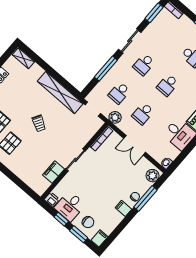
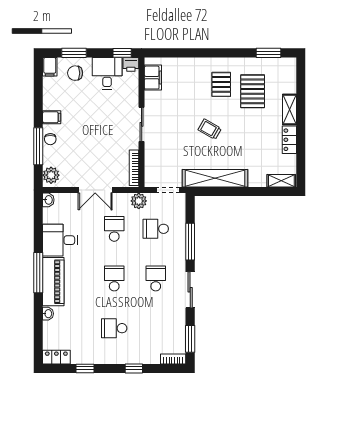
school desk: (119, 93) -> (156, 229), turned -90
double door: (135, 145) -> (95, 190), swing flipped
filing cabinet: (54, 172) -> (153, 78), moved
window: (61, 219) -> (122, 53), moved

